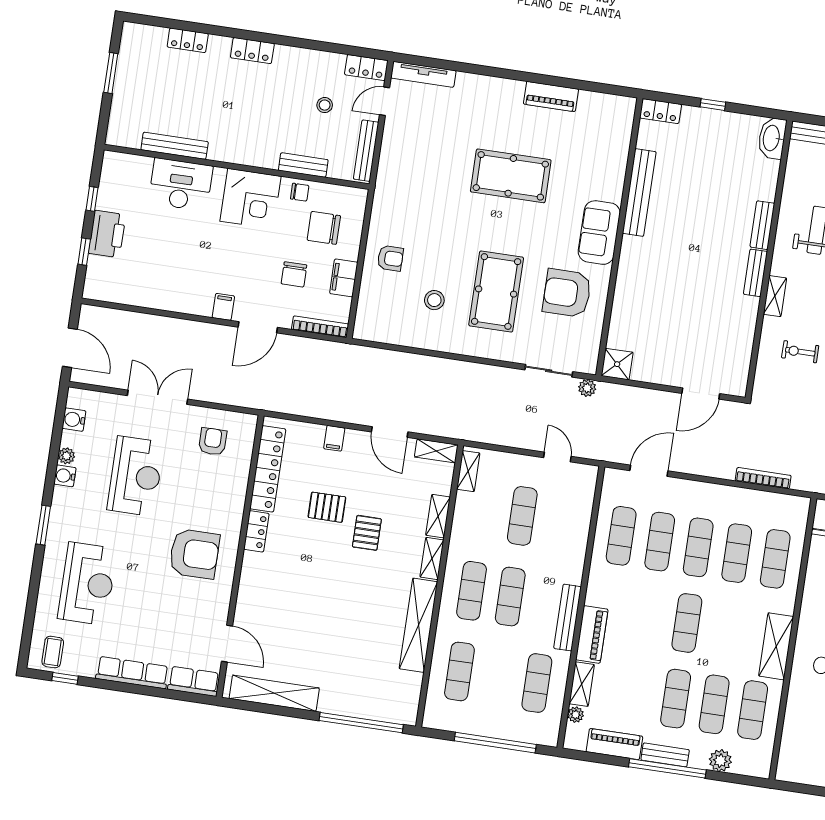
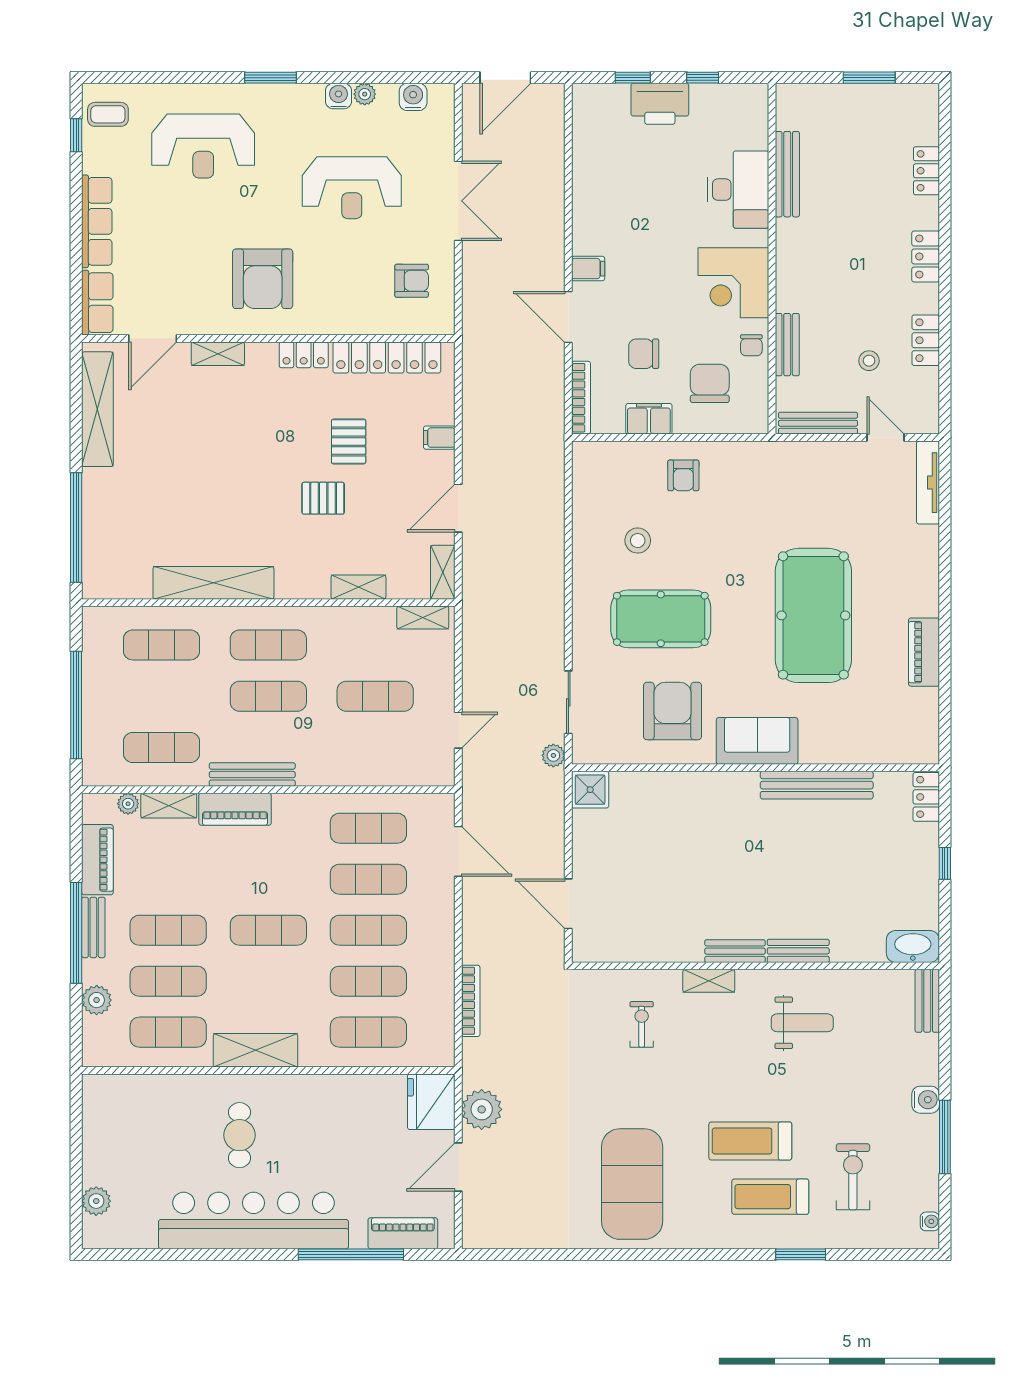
locker: (366, 68) -> (926, 340), moved
pool table: (511, 176) -> (813, 615), width x1.36, depth x1.32
shelving: (432, 559) -> (218, 354), moved

